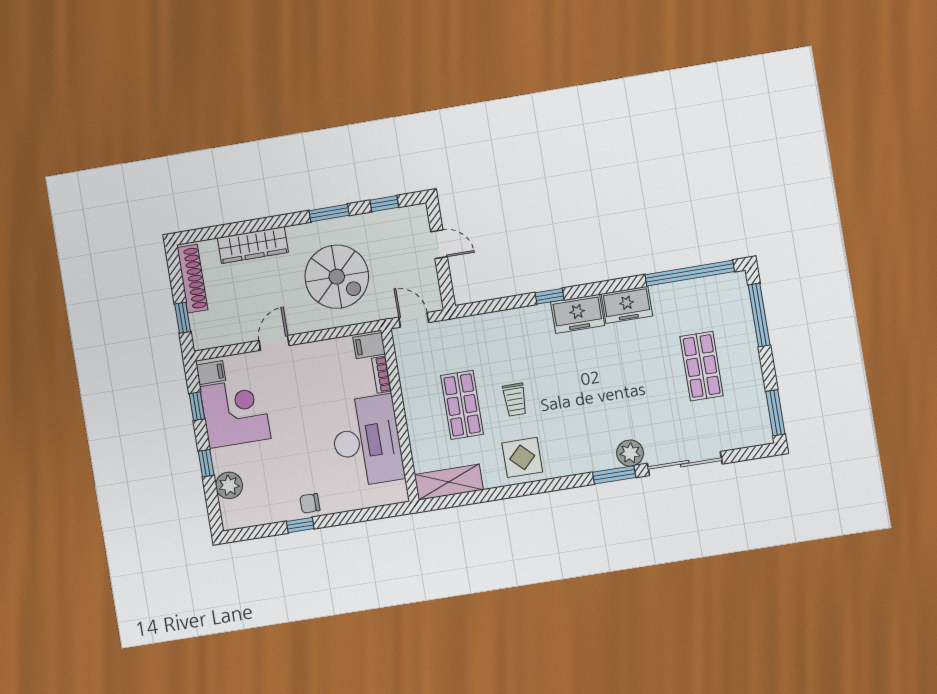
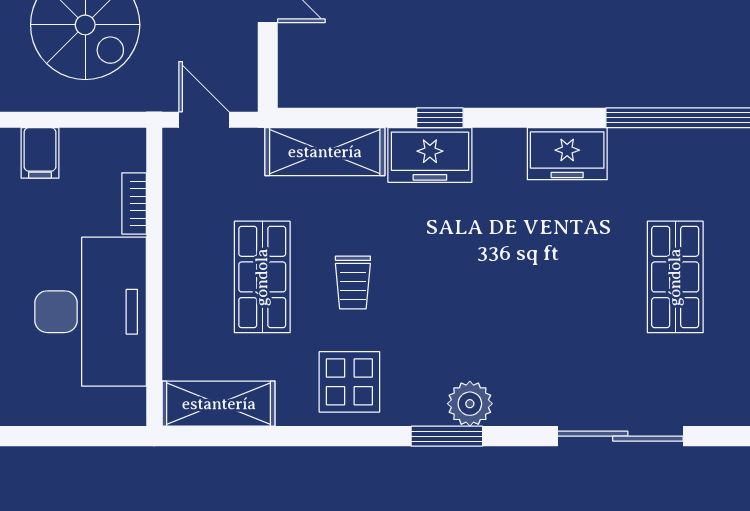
freezer: (578, 314) -> (430, 155), moved
shelving: (486, 327) -> (325, 152), added
filing cabinet: (369, 346) -> (40, 153), moved, turned -90
plant: (630, 453) -> (470, 404), moved
window: (614, 475) -> (447, 436), moved

